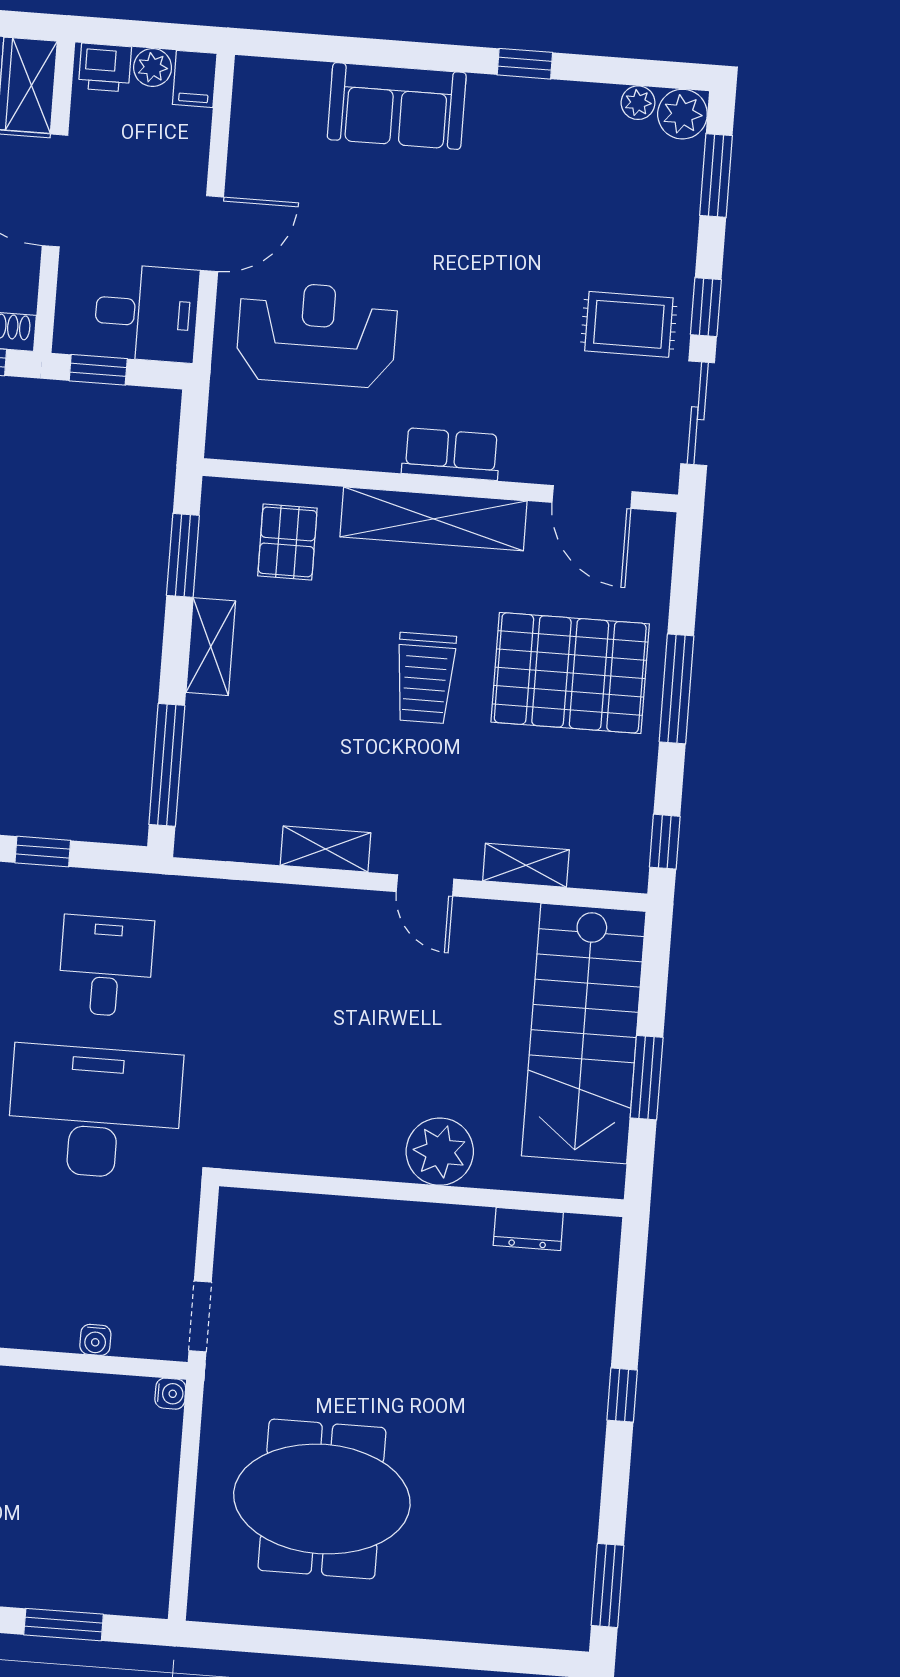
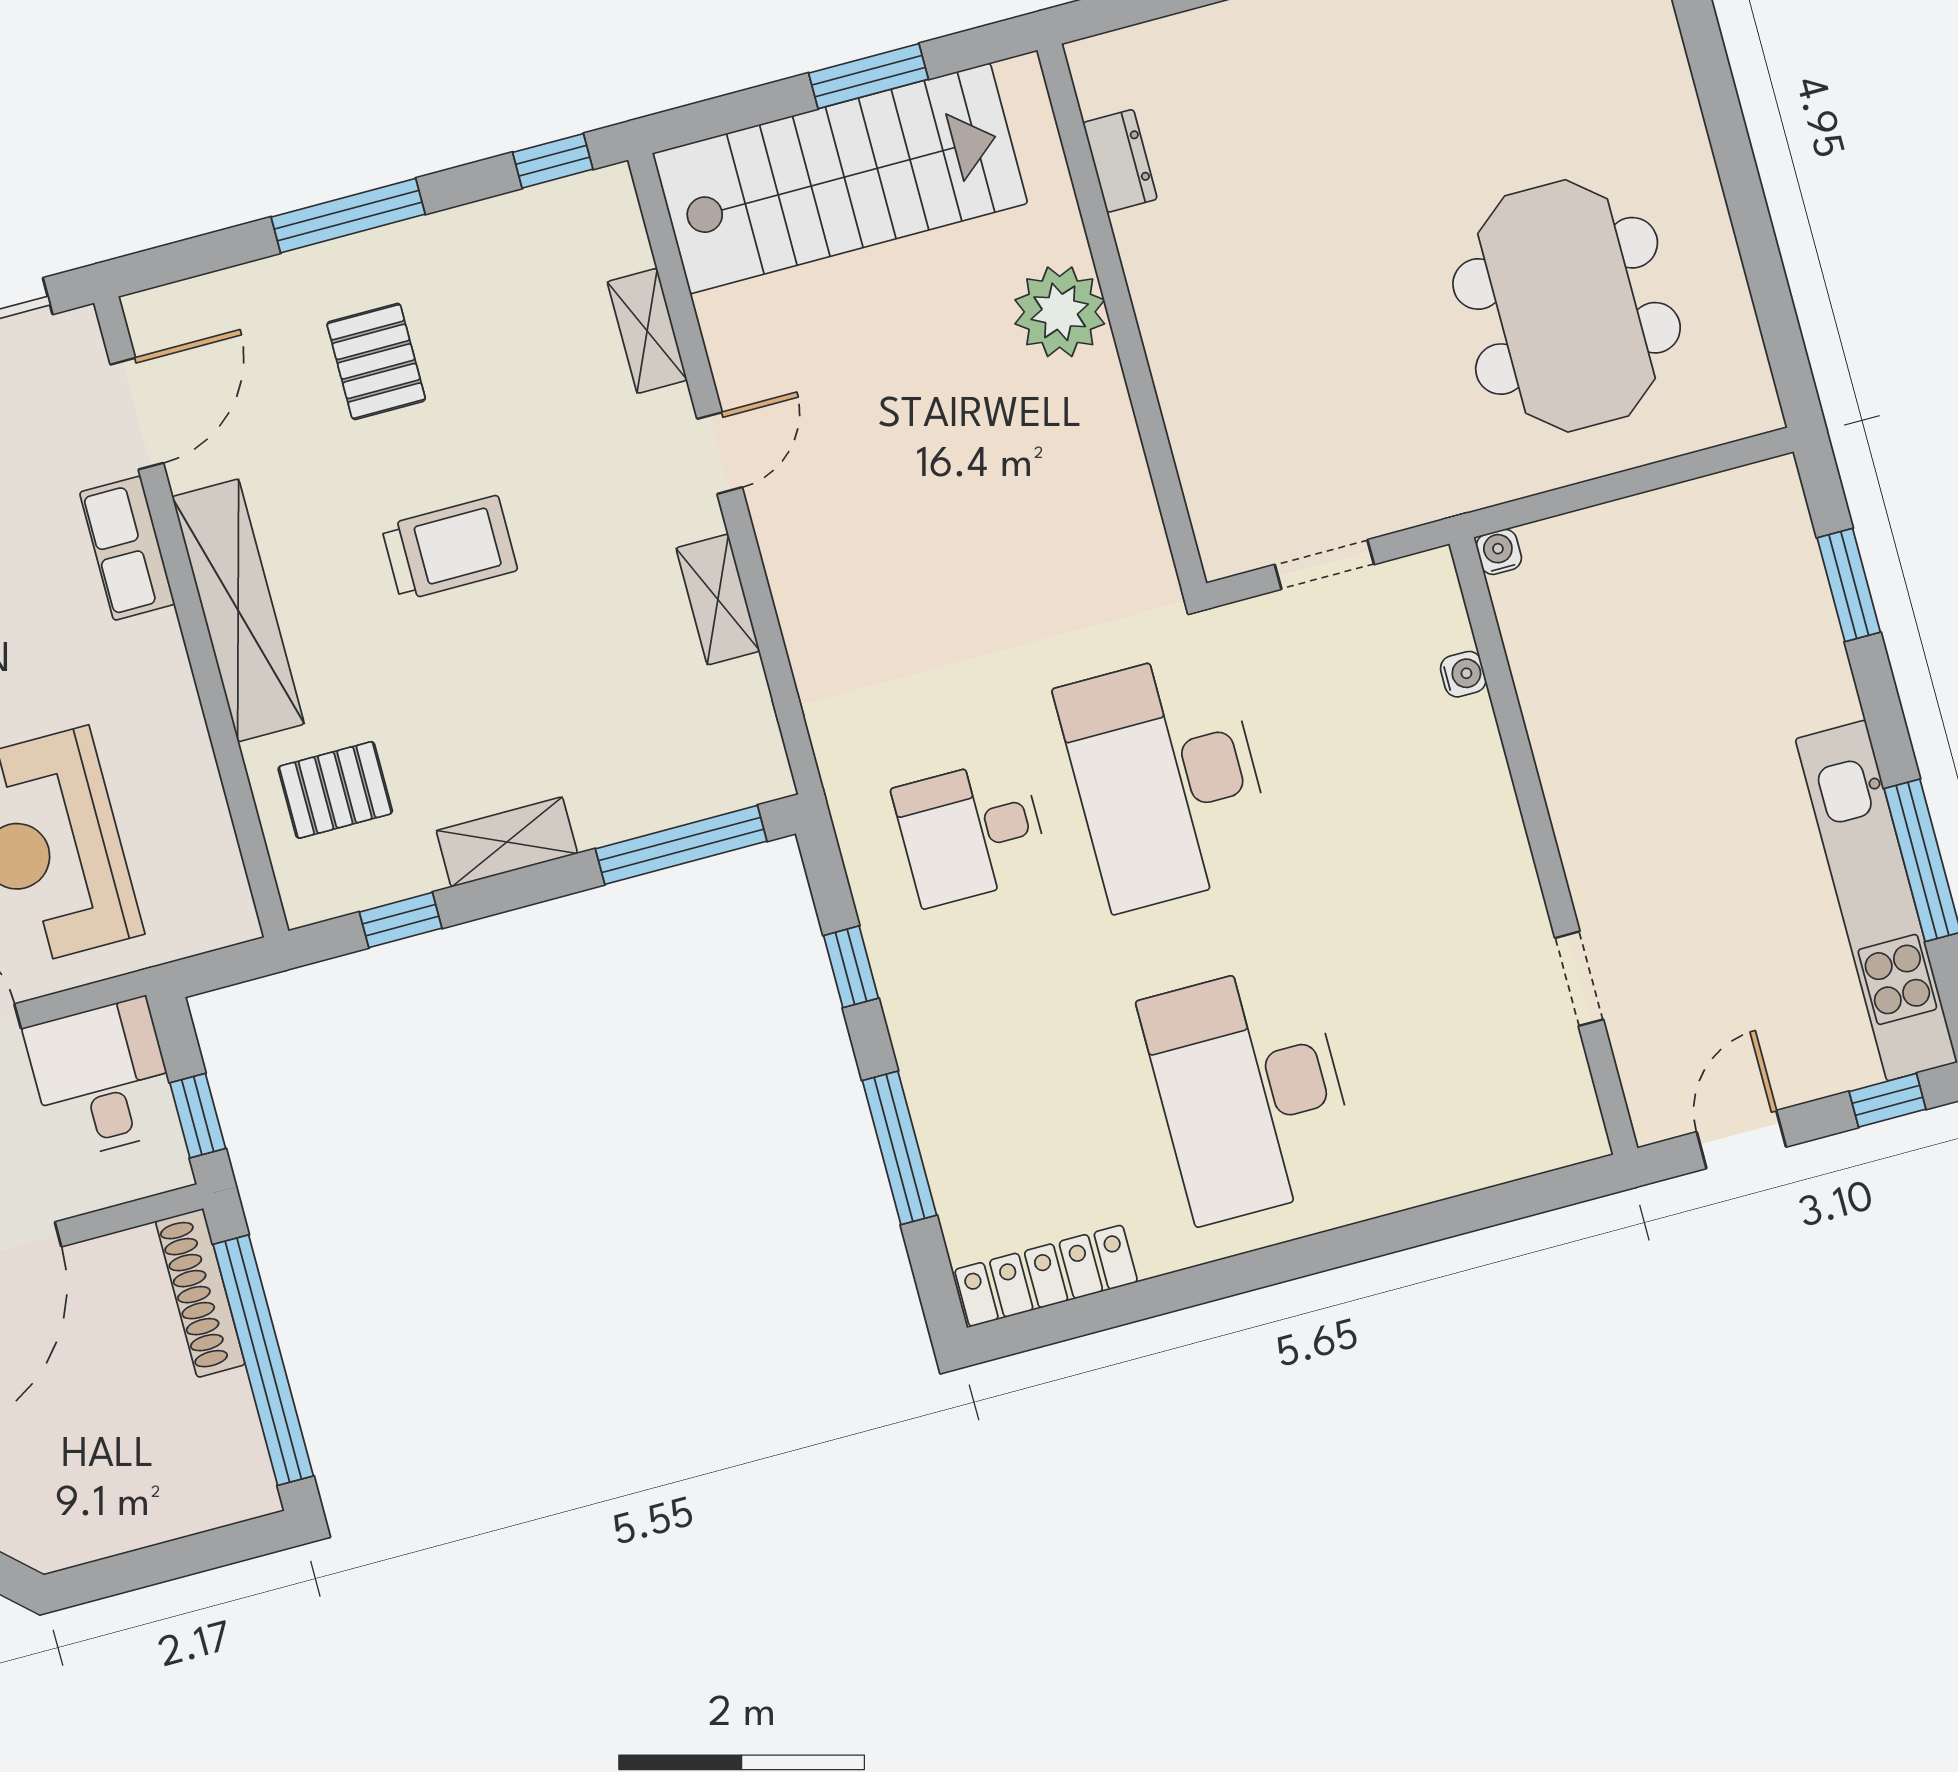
row of seats: (451, 454) -> (127, 548), moved
window: (183, 555) -> (401, 920), width x0.67
pallet: (570, 673) -> (376, 361), width x0.49, depth x0.50
doorway: (200, 1316) -> (1324, 564), moved

